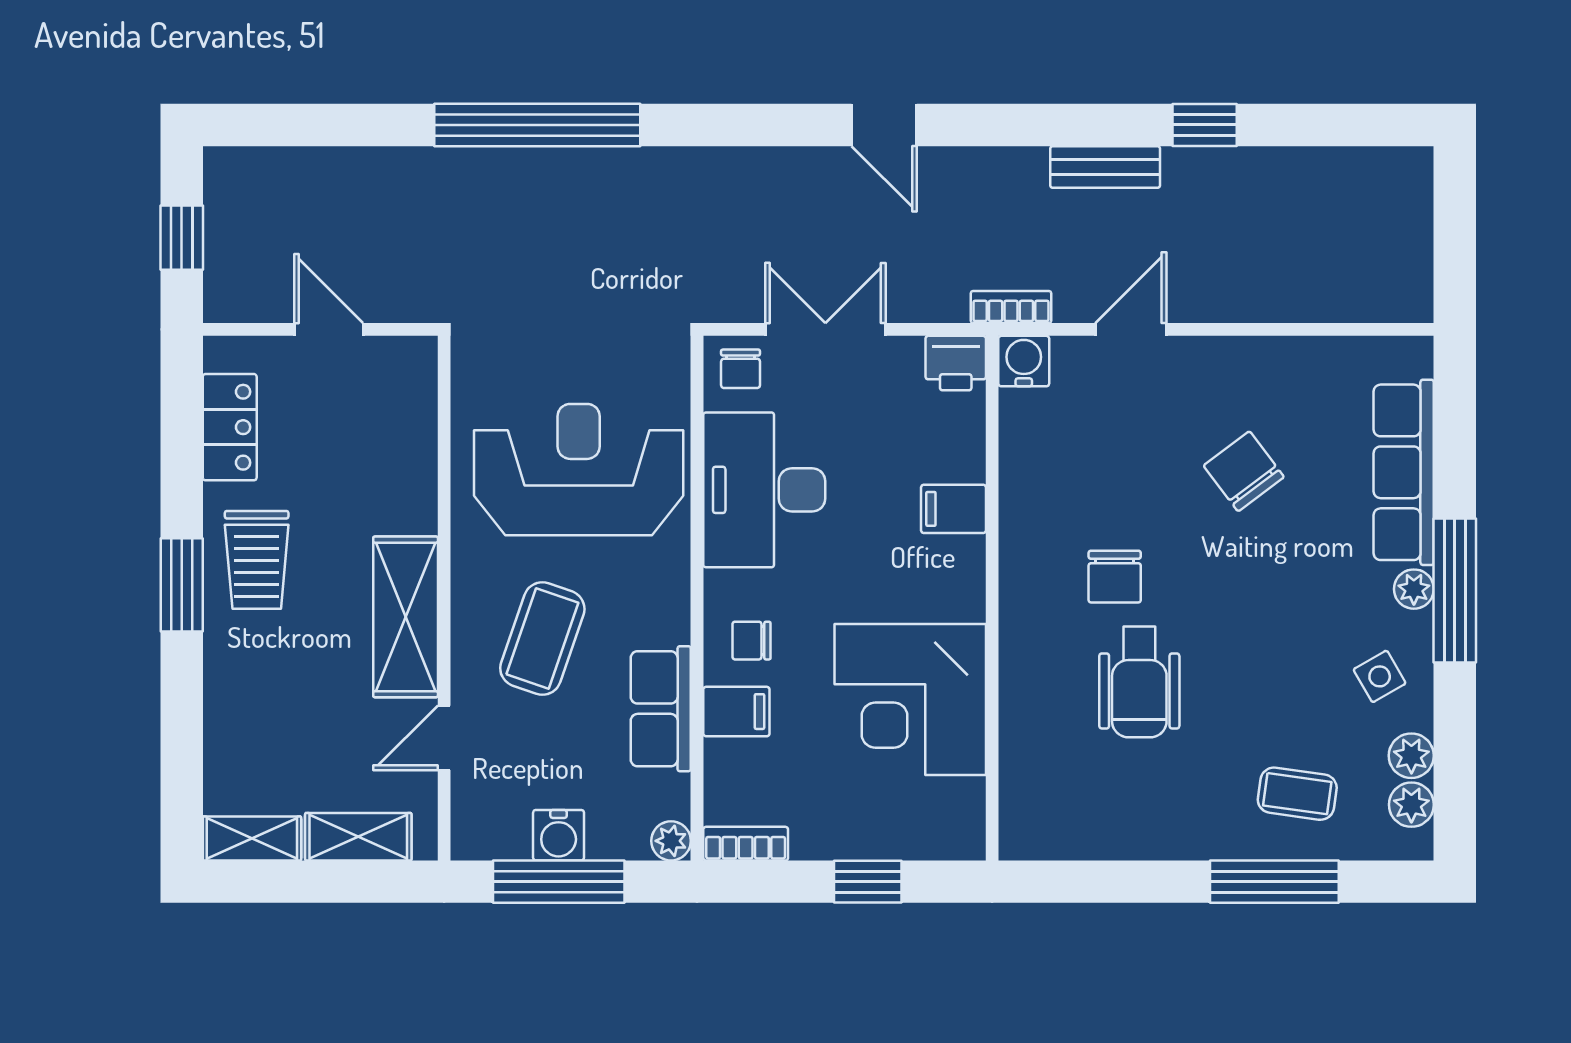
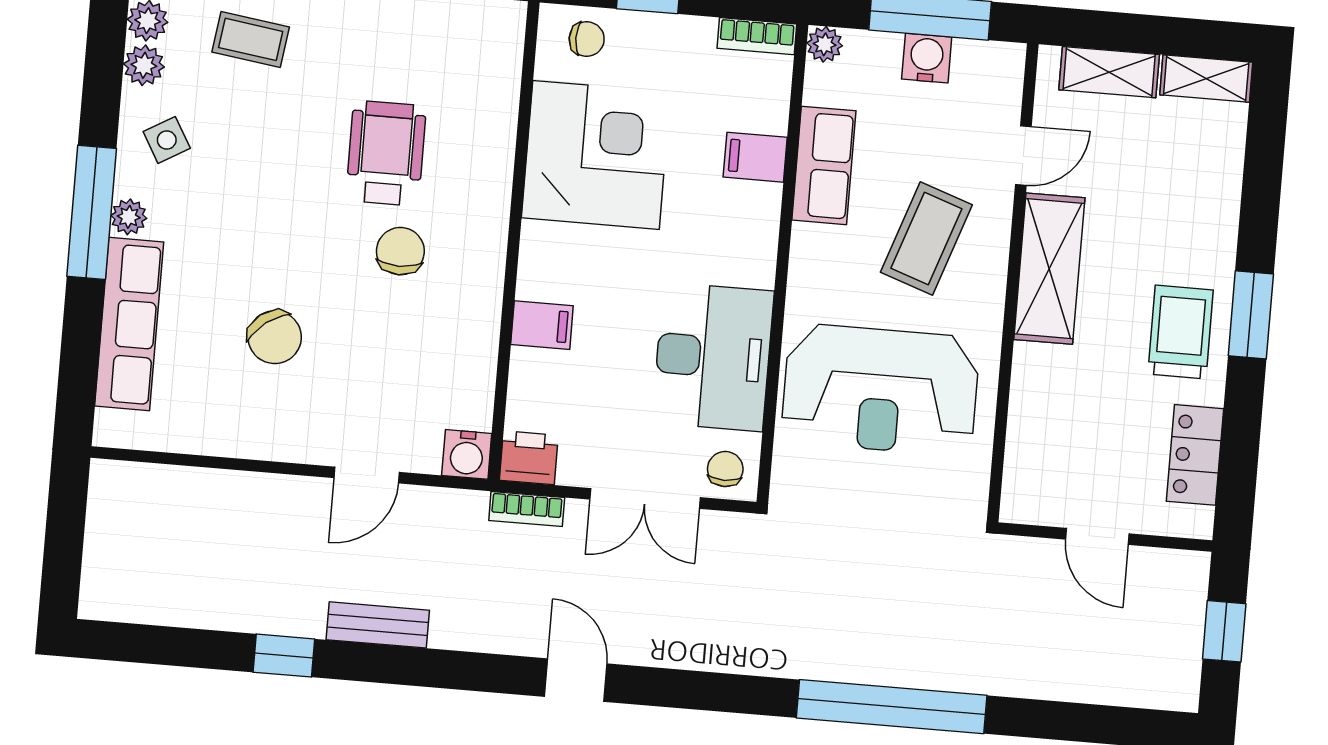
bookcase: (1011, 307) -> (527, 509), moved
chair: (752, 641) -> (587, 39), moved

